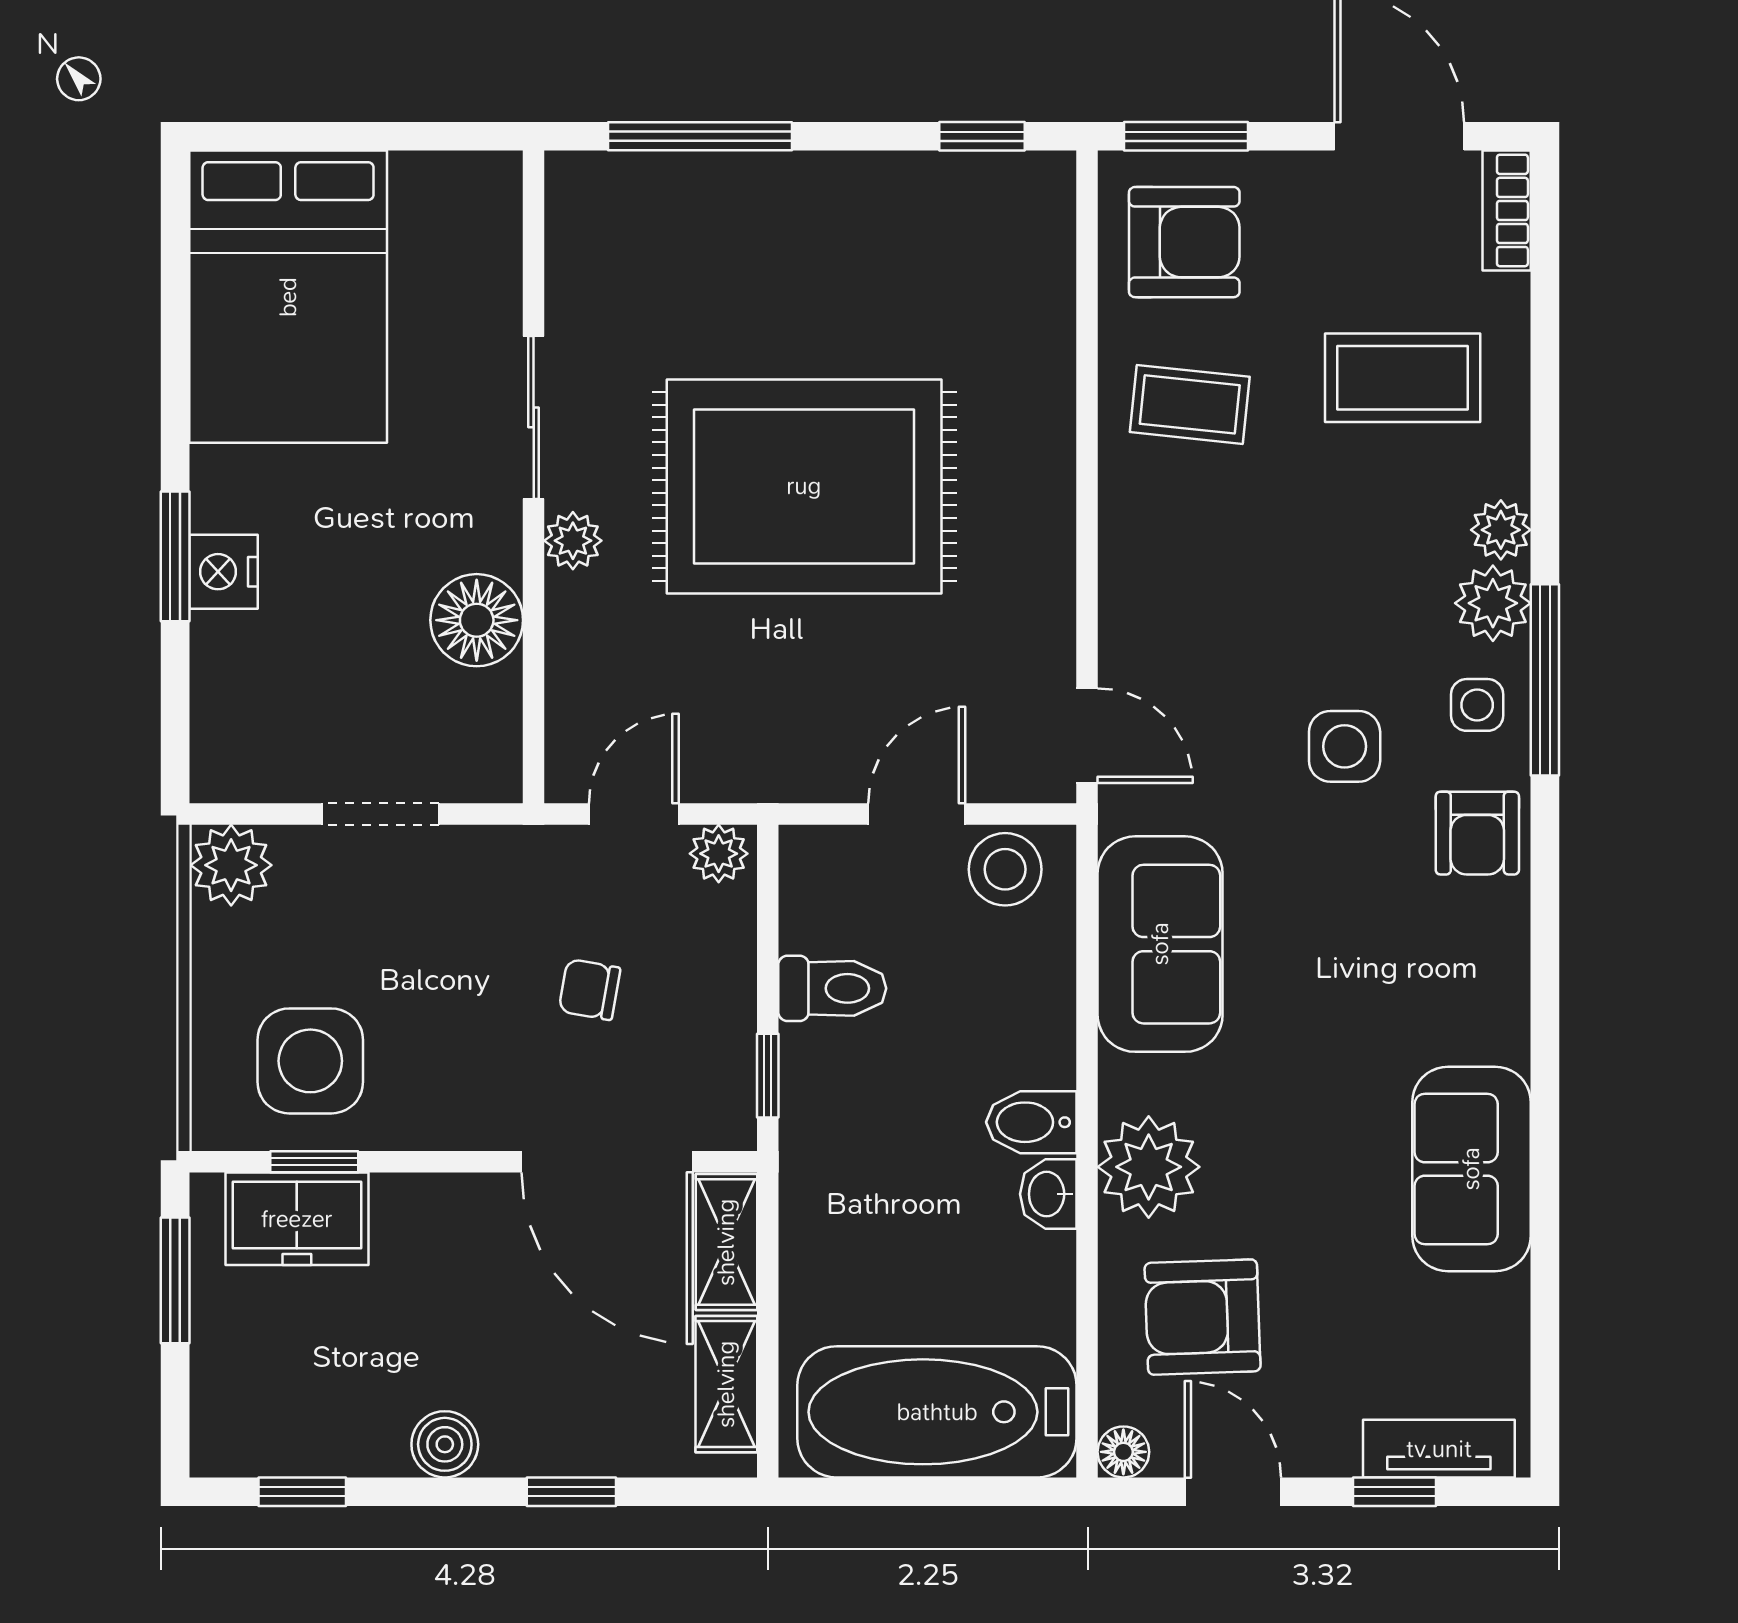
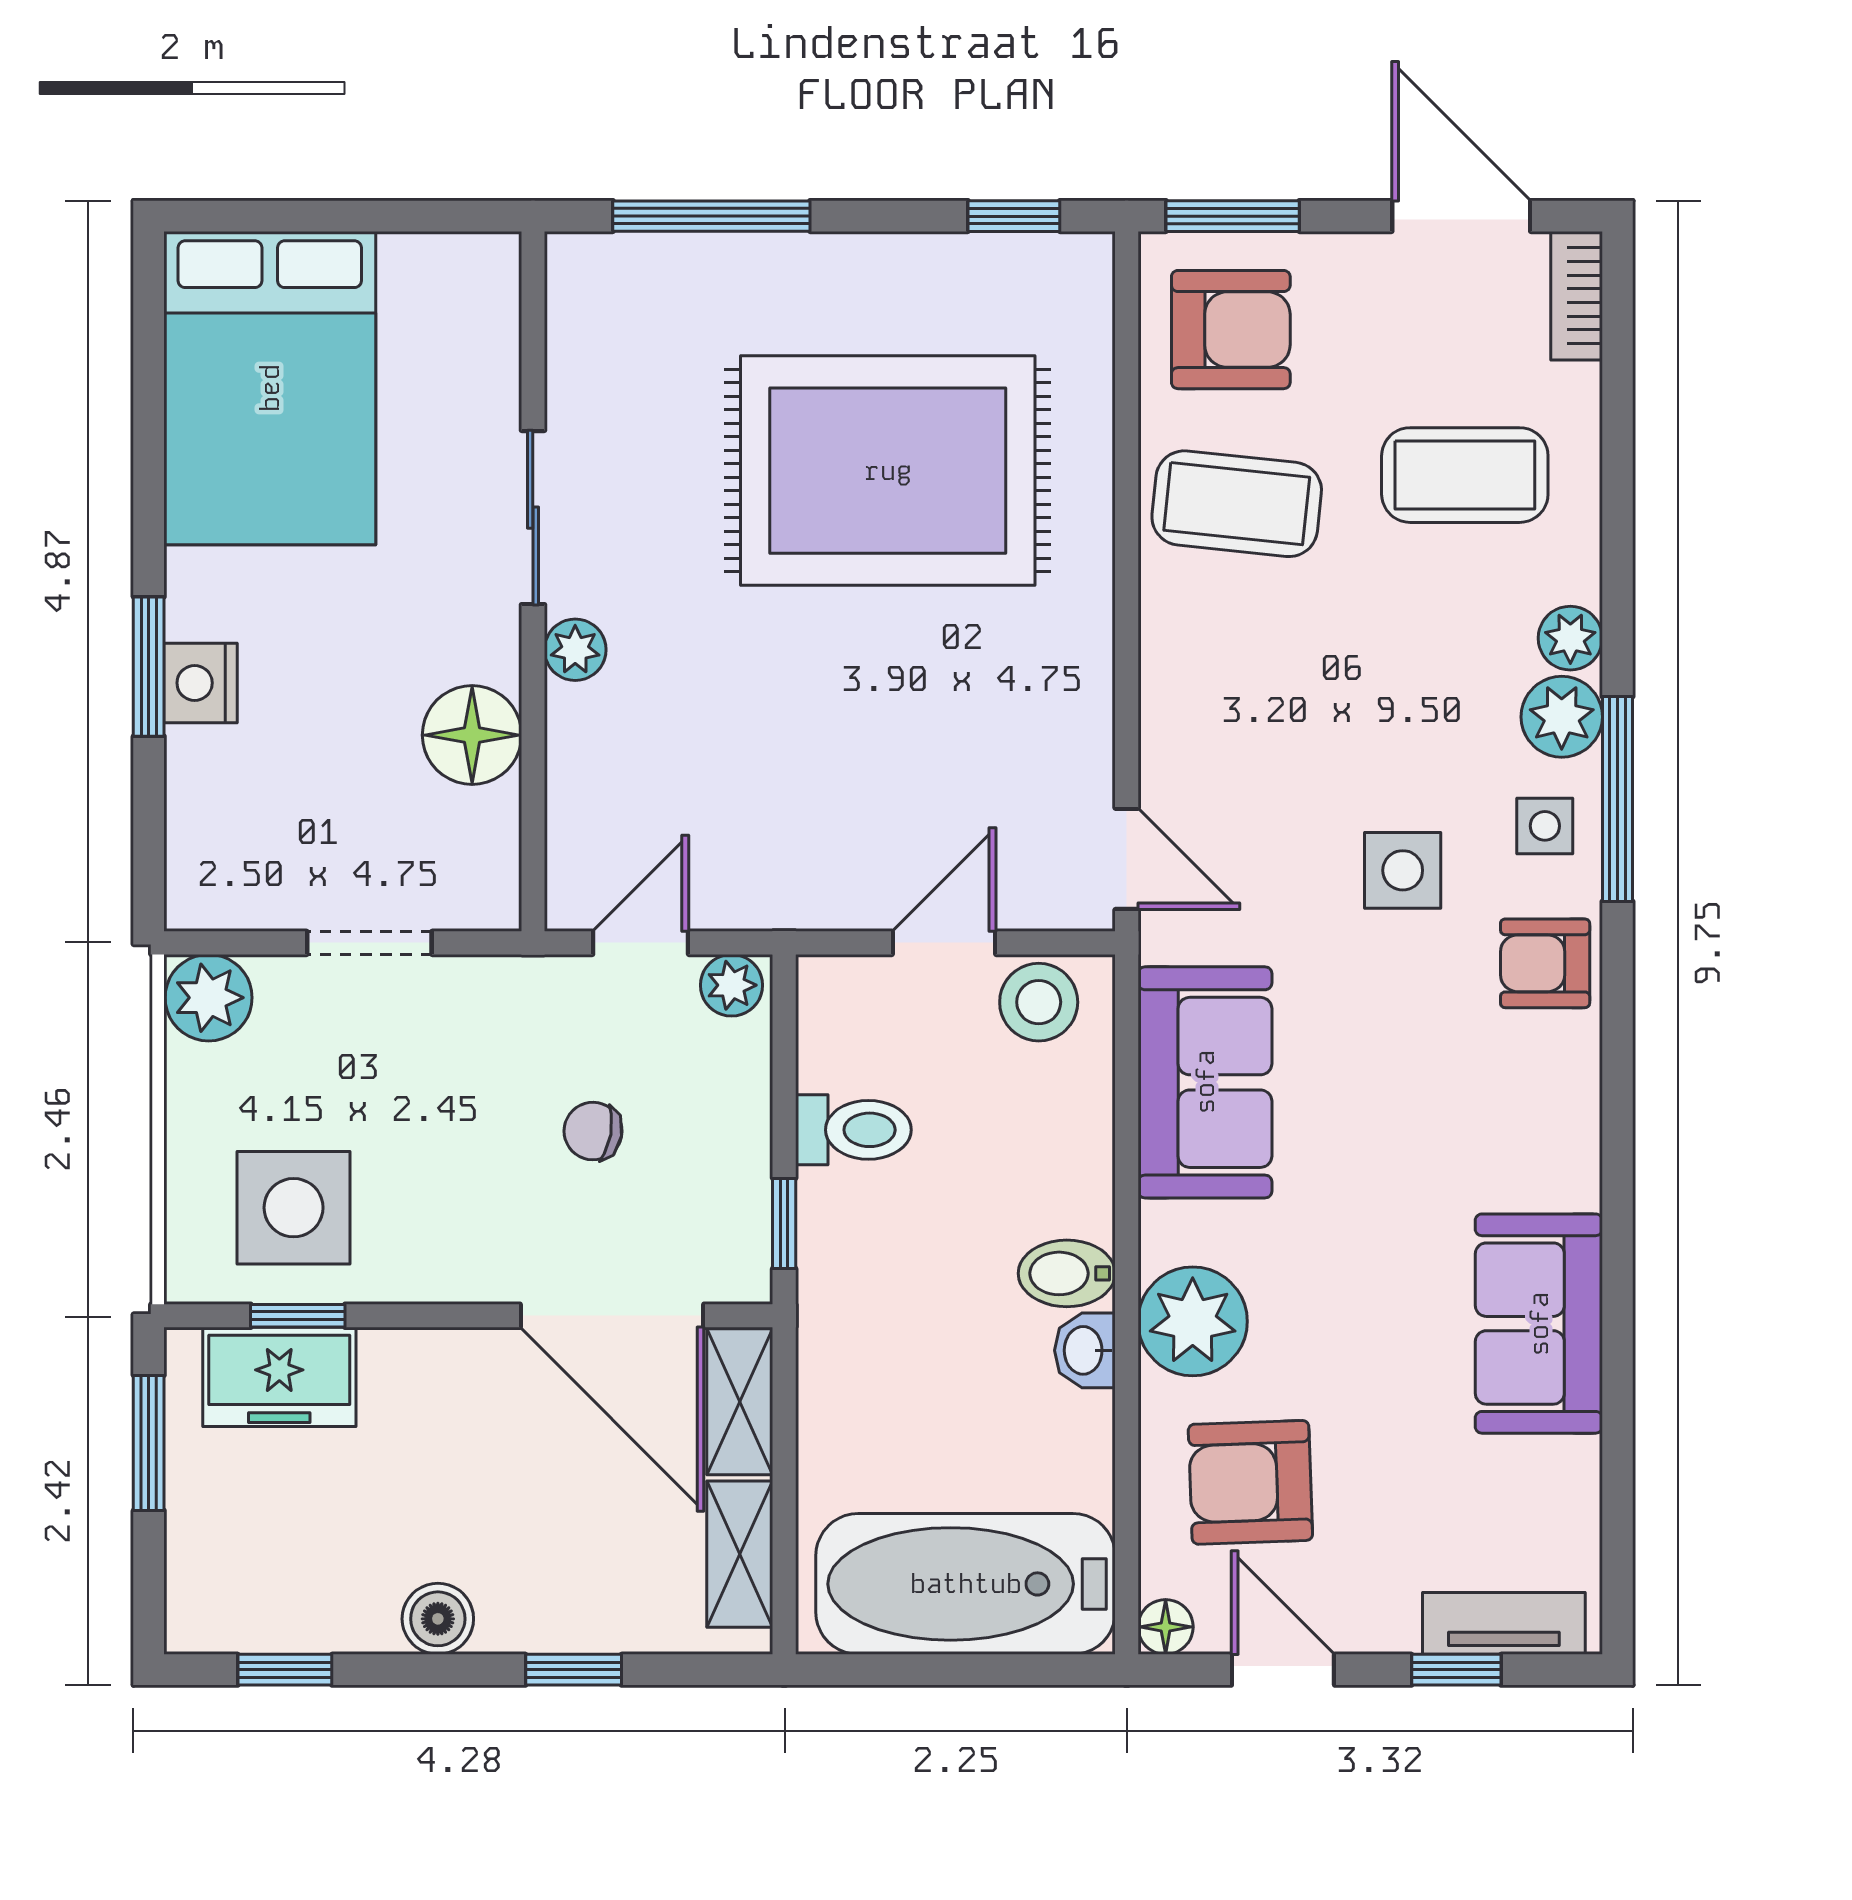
coffee table: (1190, 404) -> (1237, 504), width x1.36, depth x1.30
rug: (804, 486) -> (888, 471), moved
armchair: (1477, 833) -> (1545, 963), turned 90

